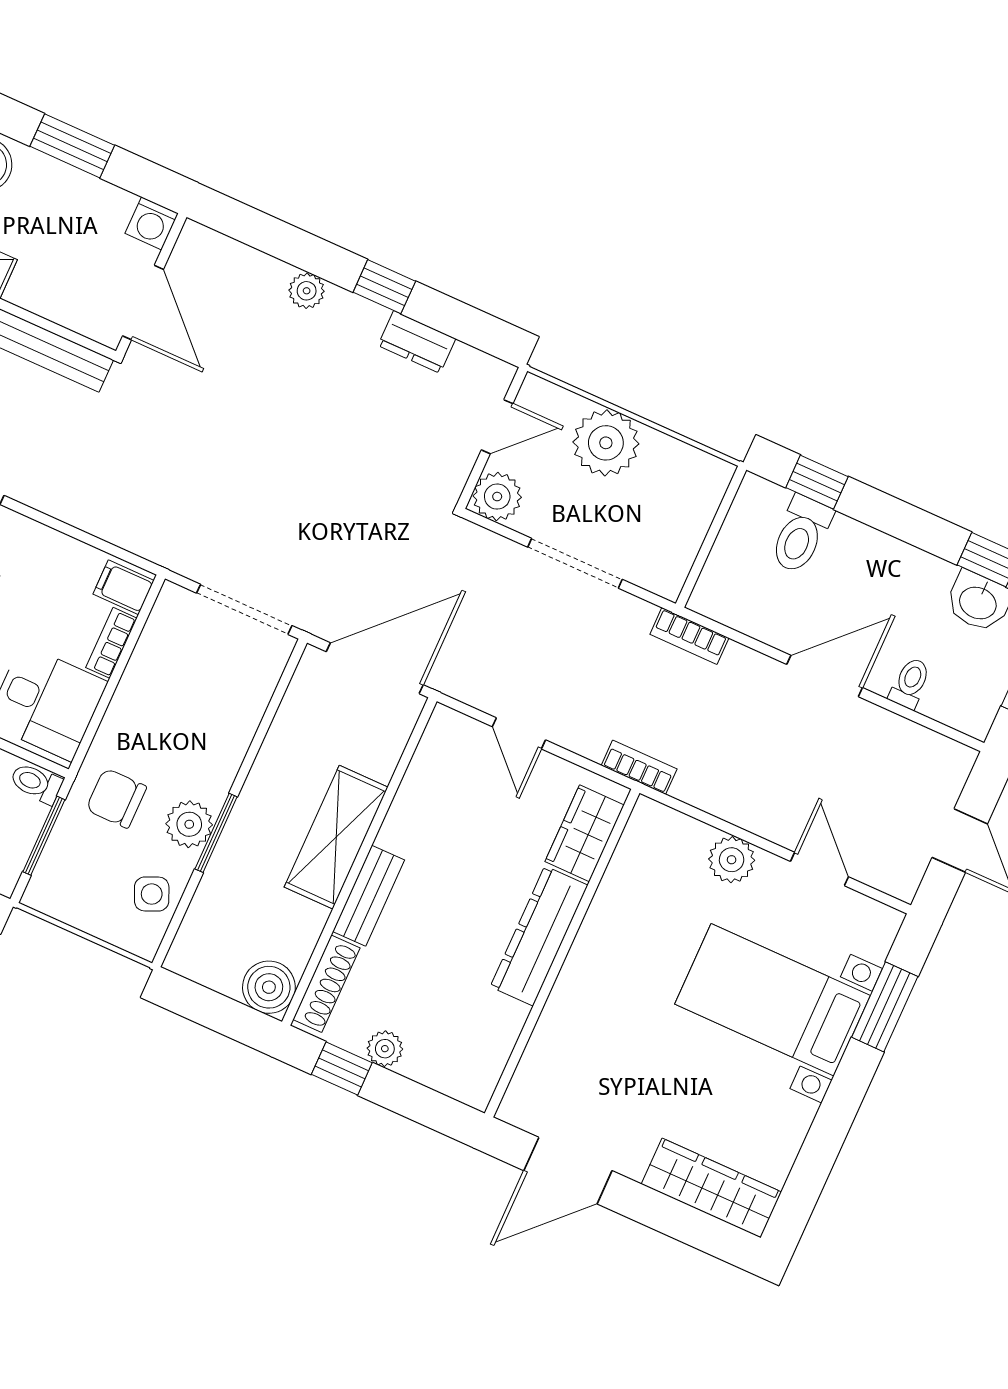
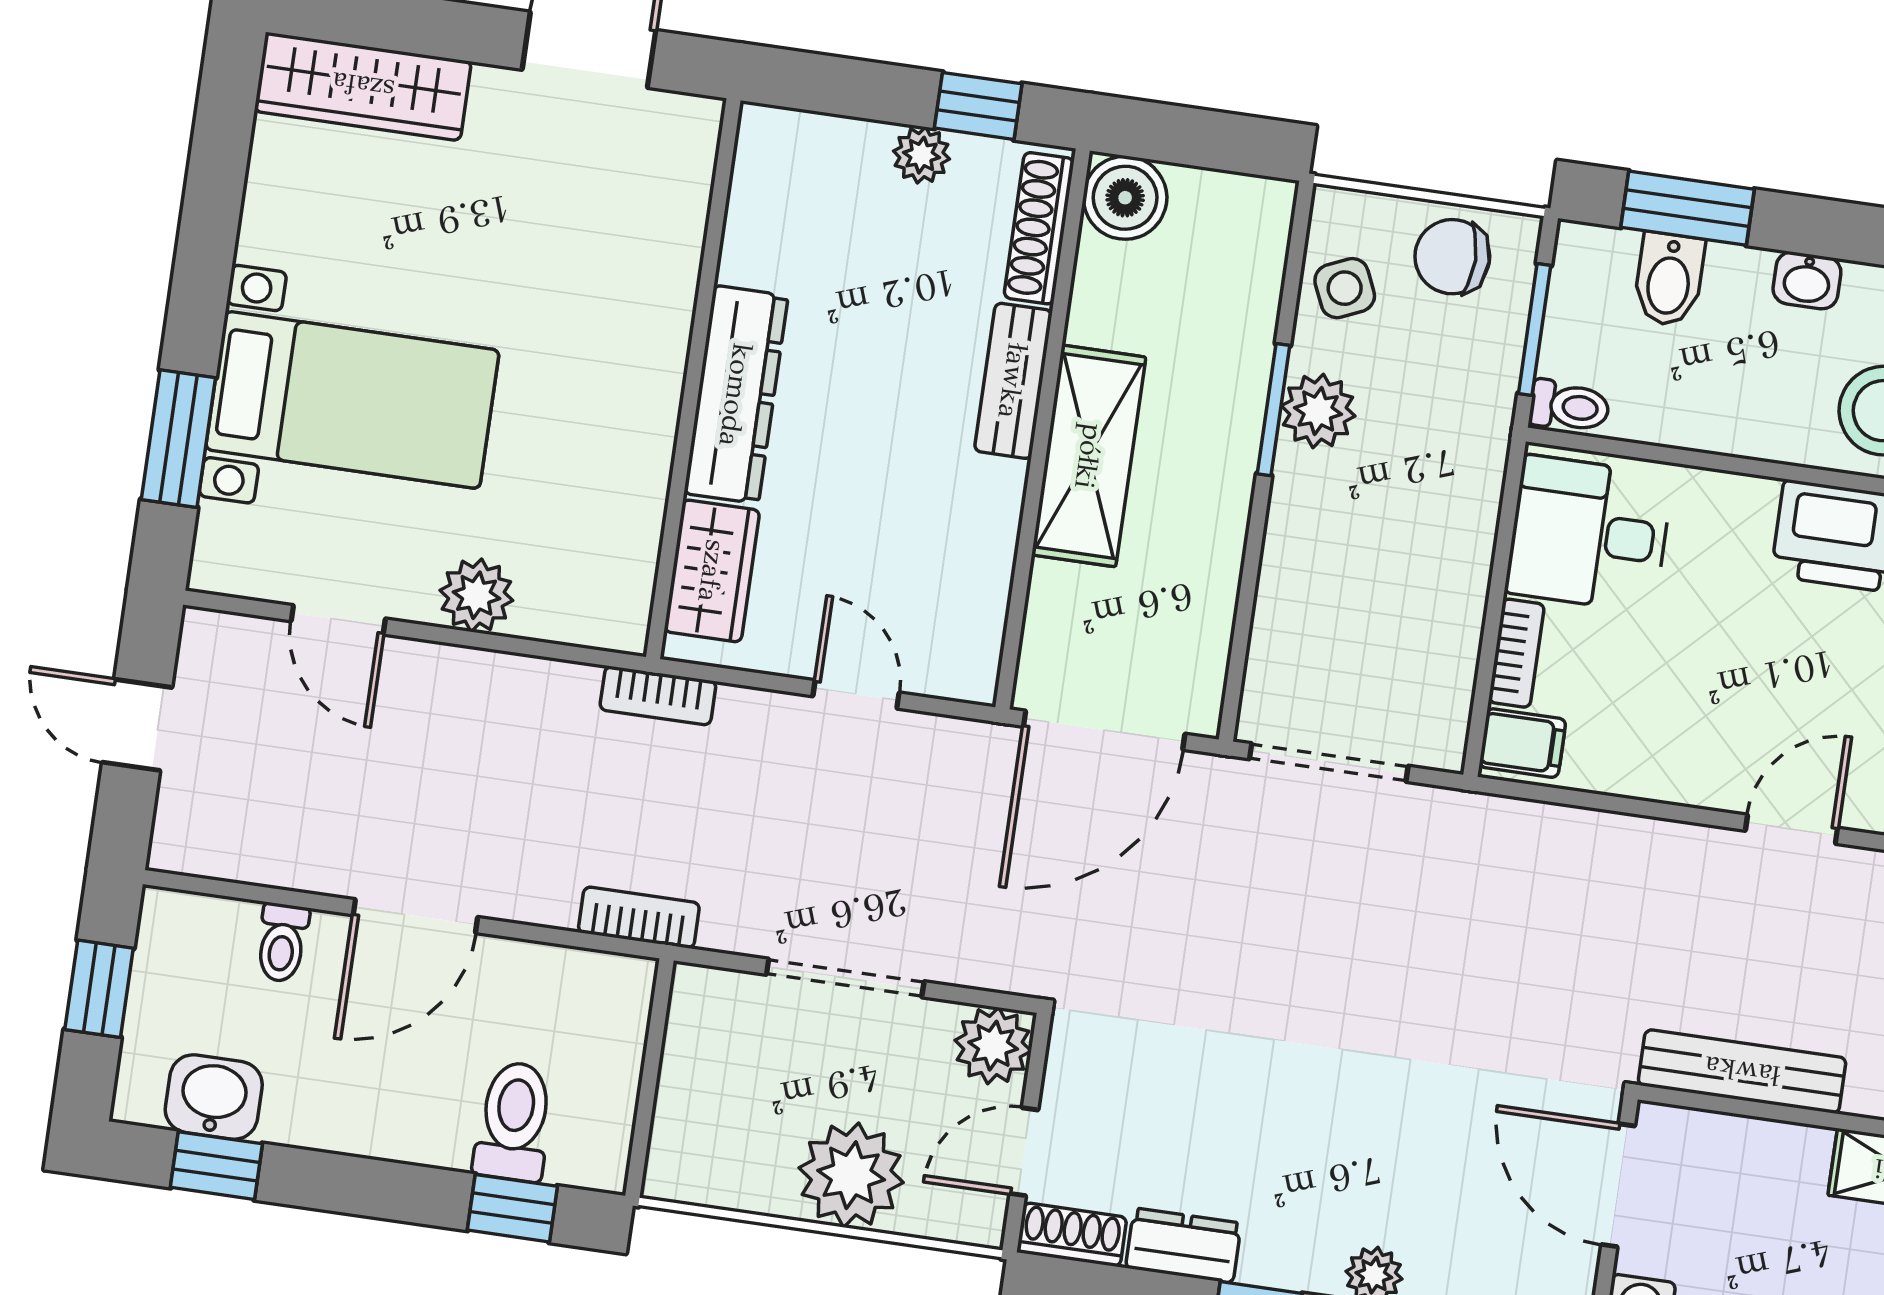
shoe rack: (483, 368) -> (1072, 1235), added
chair: (116, 798) -> (1452, 257), moved, turned 180

